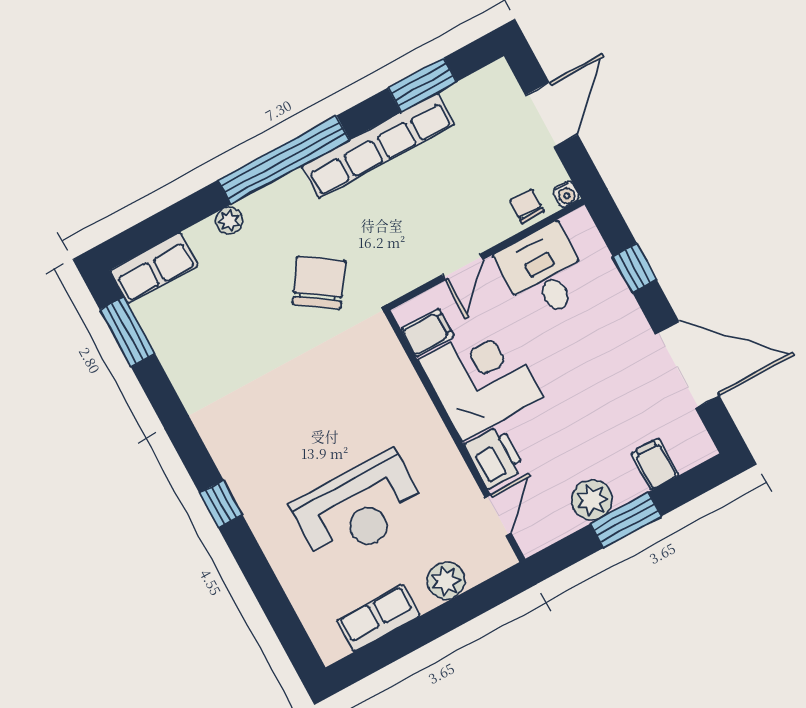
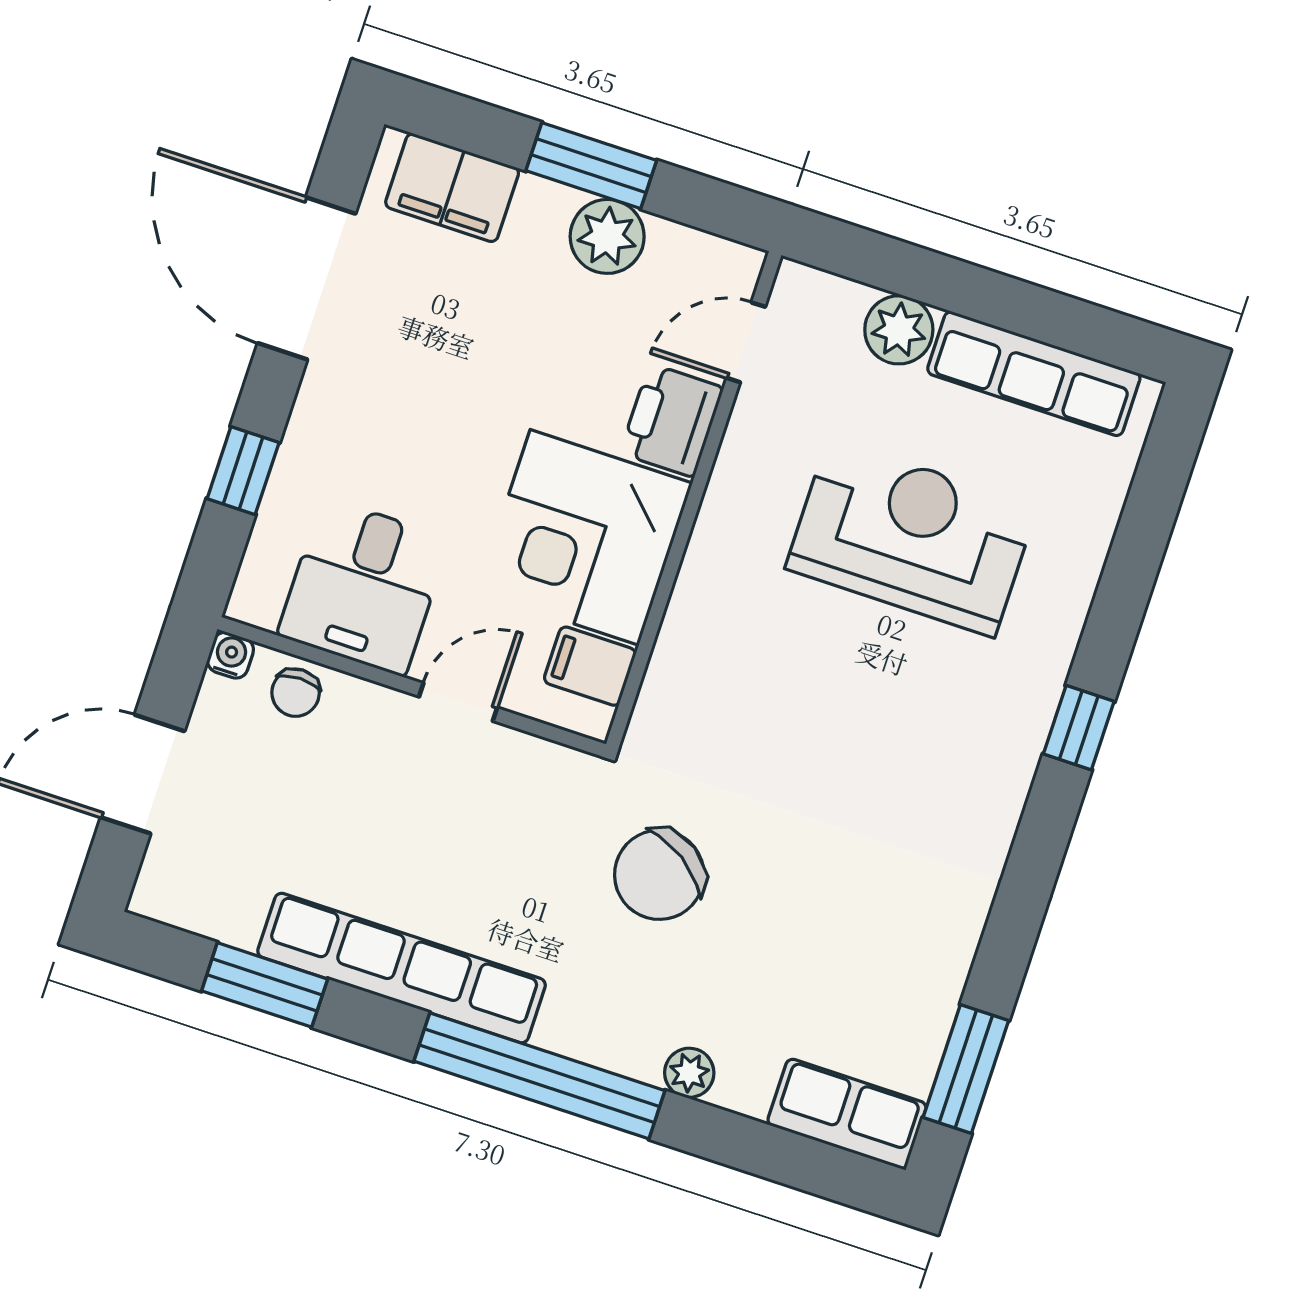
filing cabinet: (655, 464) -> (452, 188), width x2.00
row of seats: (378, 618) -> (1034, 374), width x1.48

